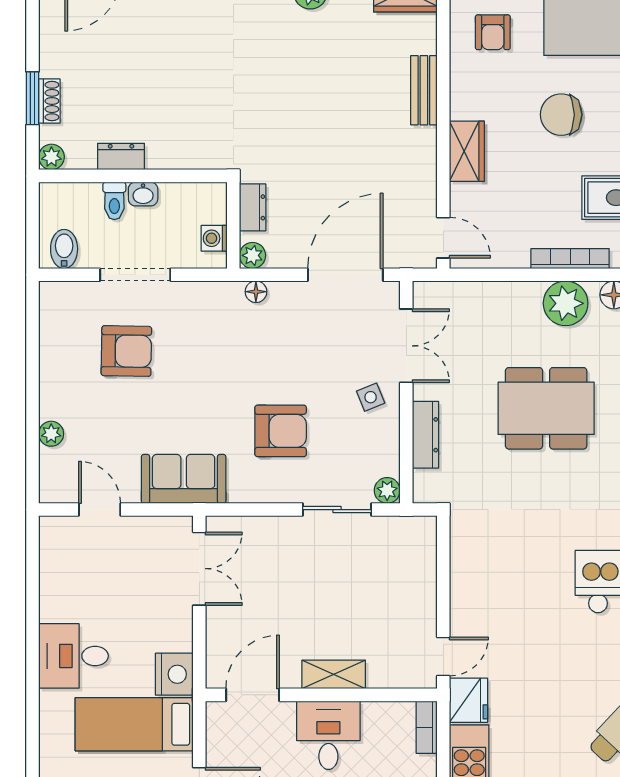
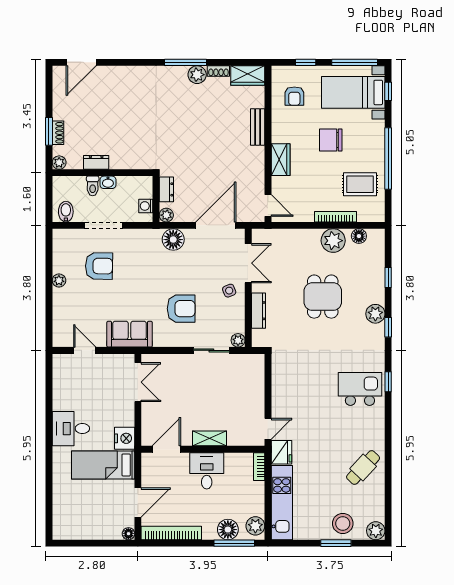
floor lamp: (256, 292) -> (173, 240), width x1.89, depth x1.89
dining table: (546, 408) -> (323, 297), width x0.73
plant: (51, 434) -> (59, 280), moved

